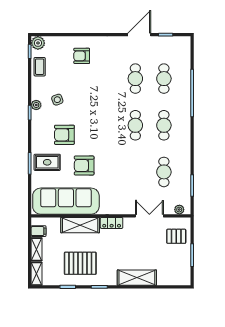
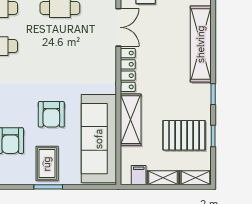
double door: (149, 216) -> (118, 27), swing flipped
locker: (112, 223) -> (128, 70), width x1.53
pallet: (80, 263) -> (184, 135), moved, turned 90
shelving: (137, 278) -> (201, 44), width x1.47

